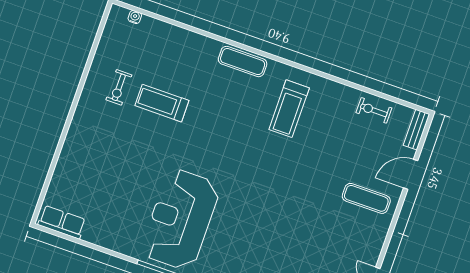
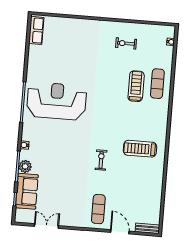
exercise mat: (243, 62) -> (157, 84), moved
treadmill: (162, 103) -> (136, 86), moved
exercise bike: (374, 110) -> (101, 160), moved

